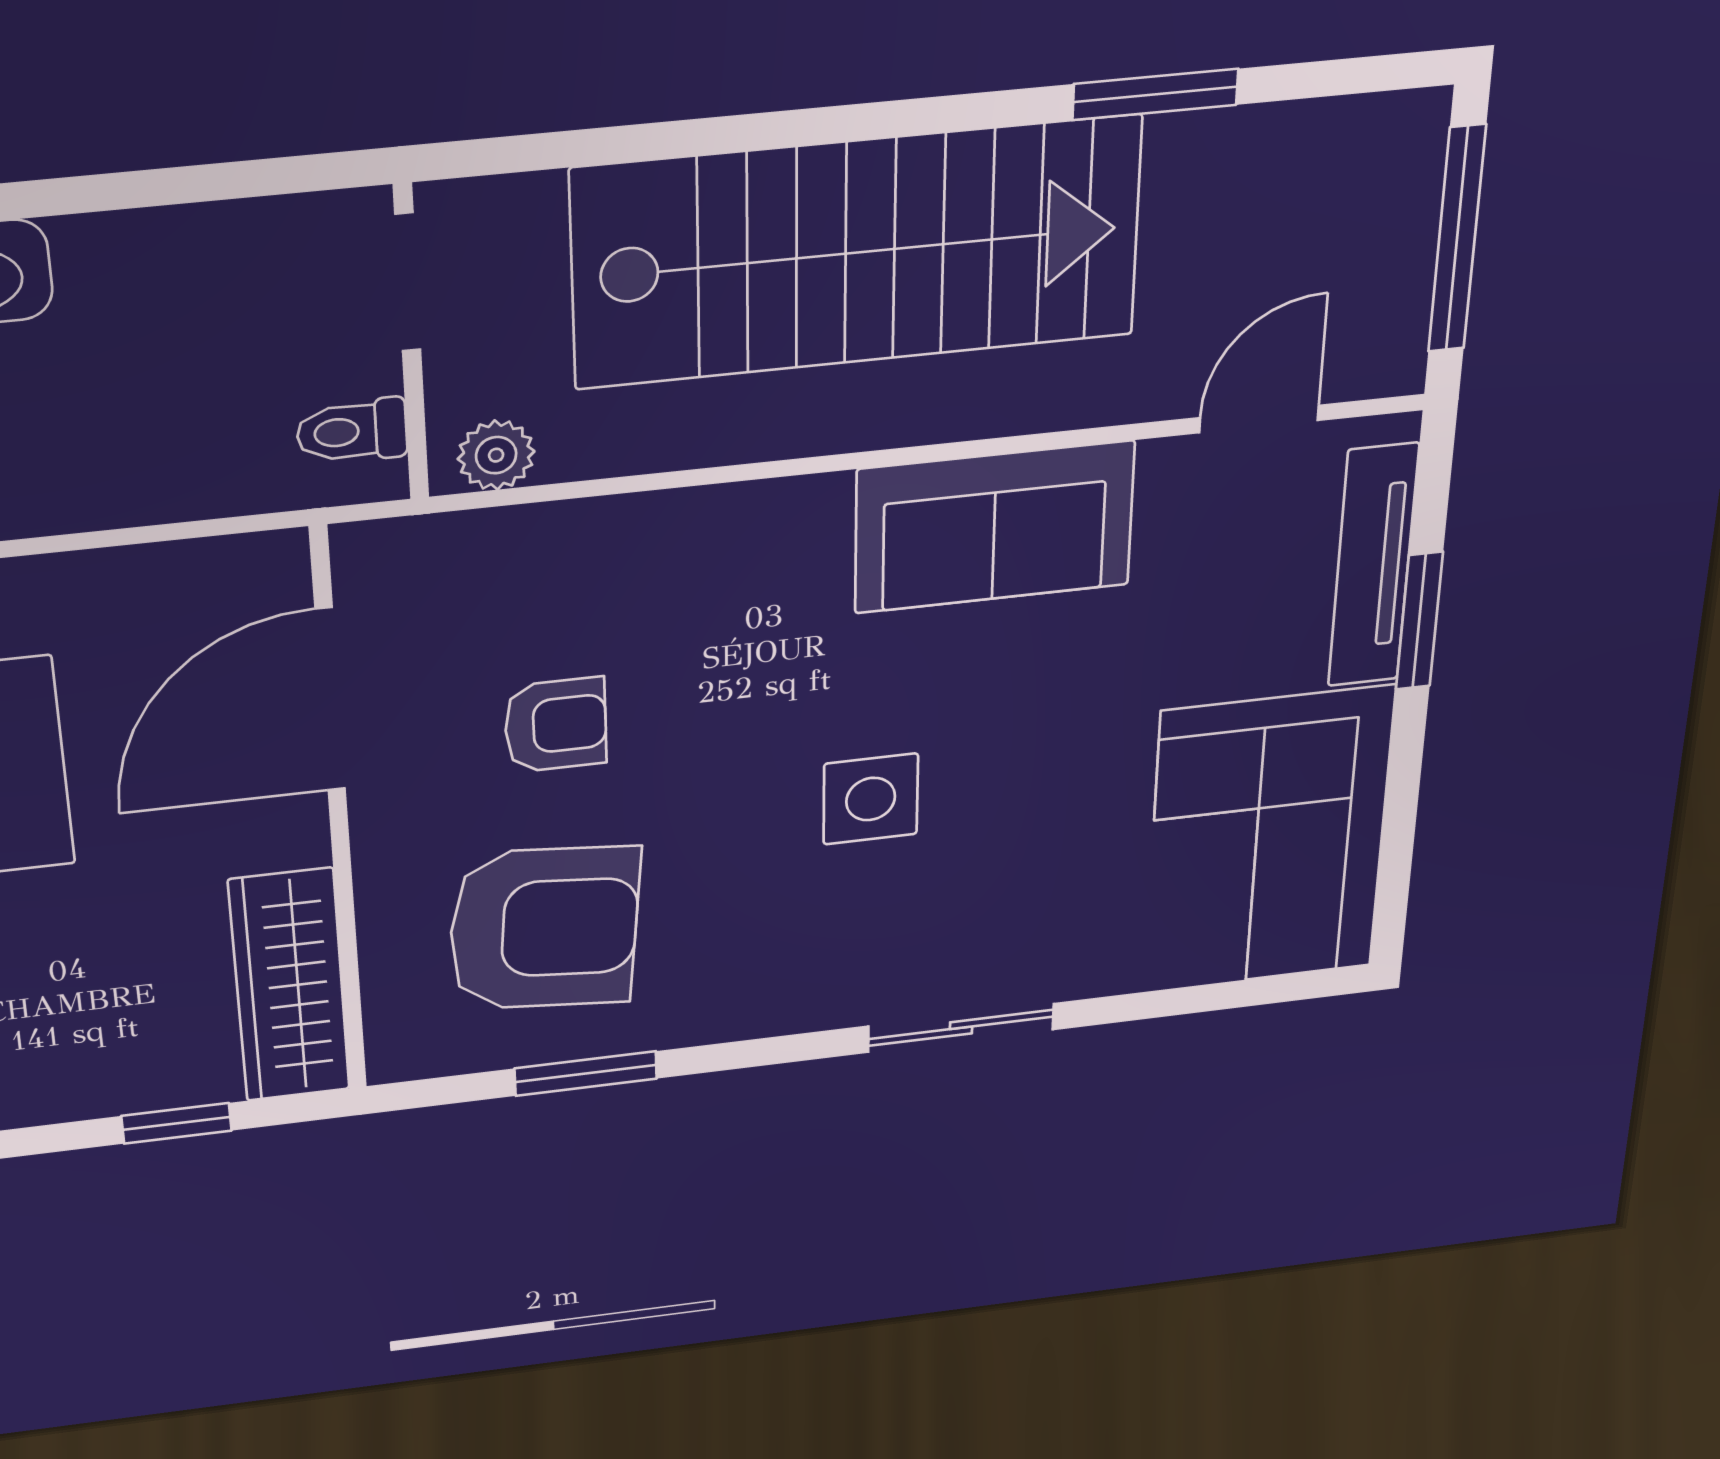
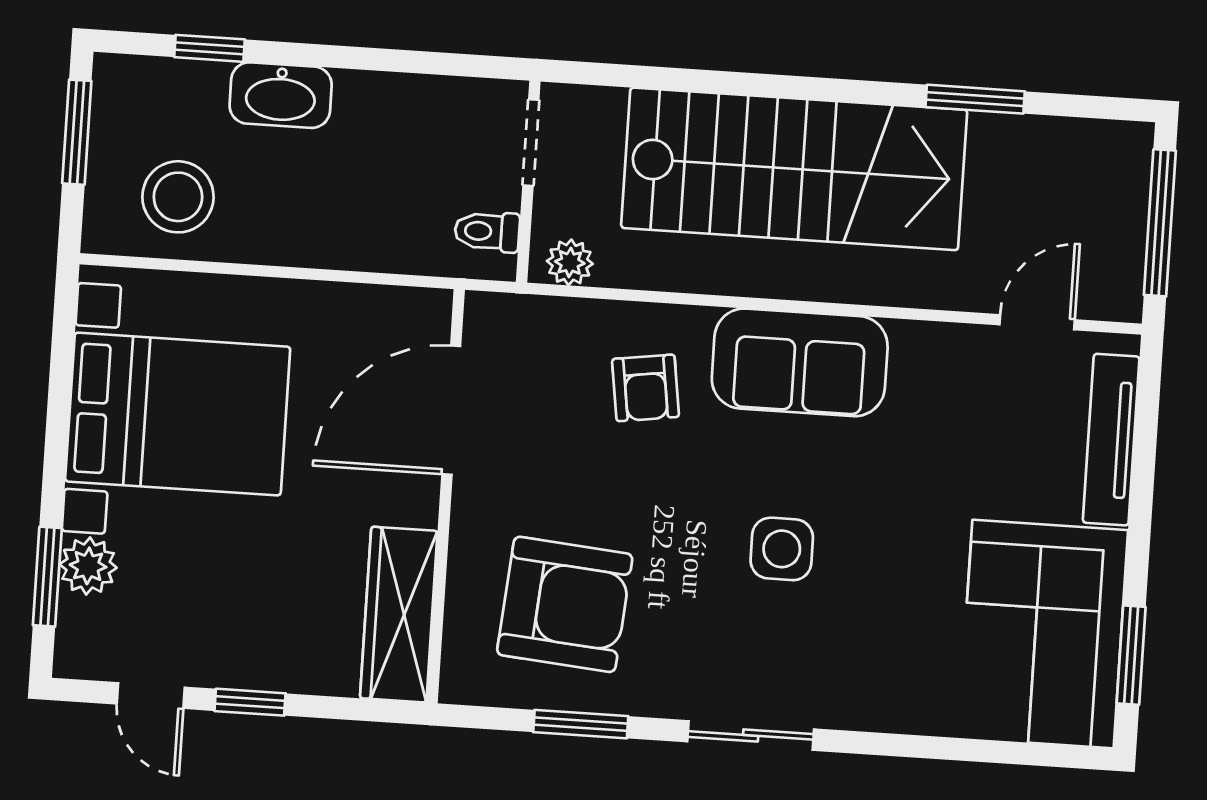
sofa: (994, 527) -> (800, 362), moved
window: (1419, 621) -> (1131, 655), moved
armchair: (556, 725) -> (646, 388), moved, turned 82
sliding door: (961, 1028) -> (751, 735), moved
window: (177, 1123) -> (250, 702), moved

